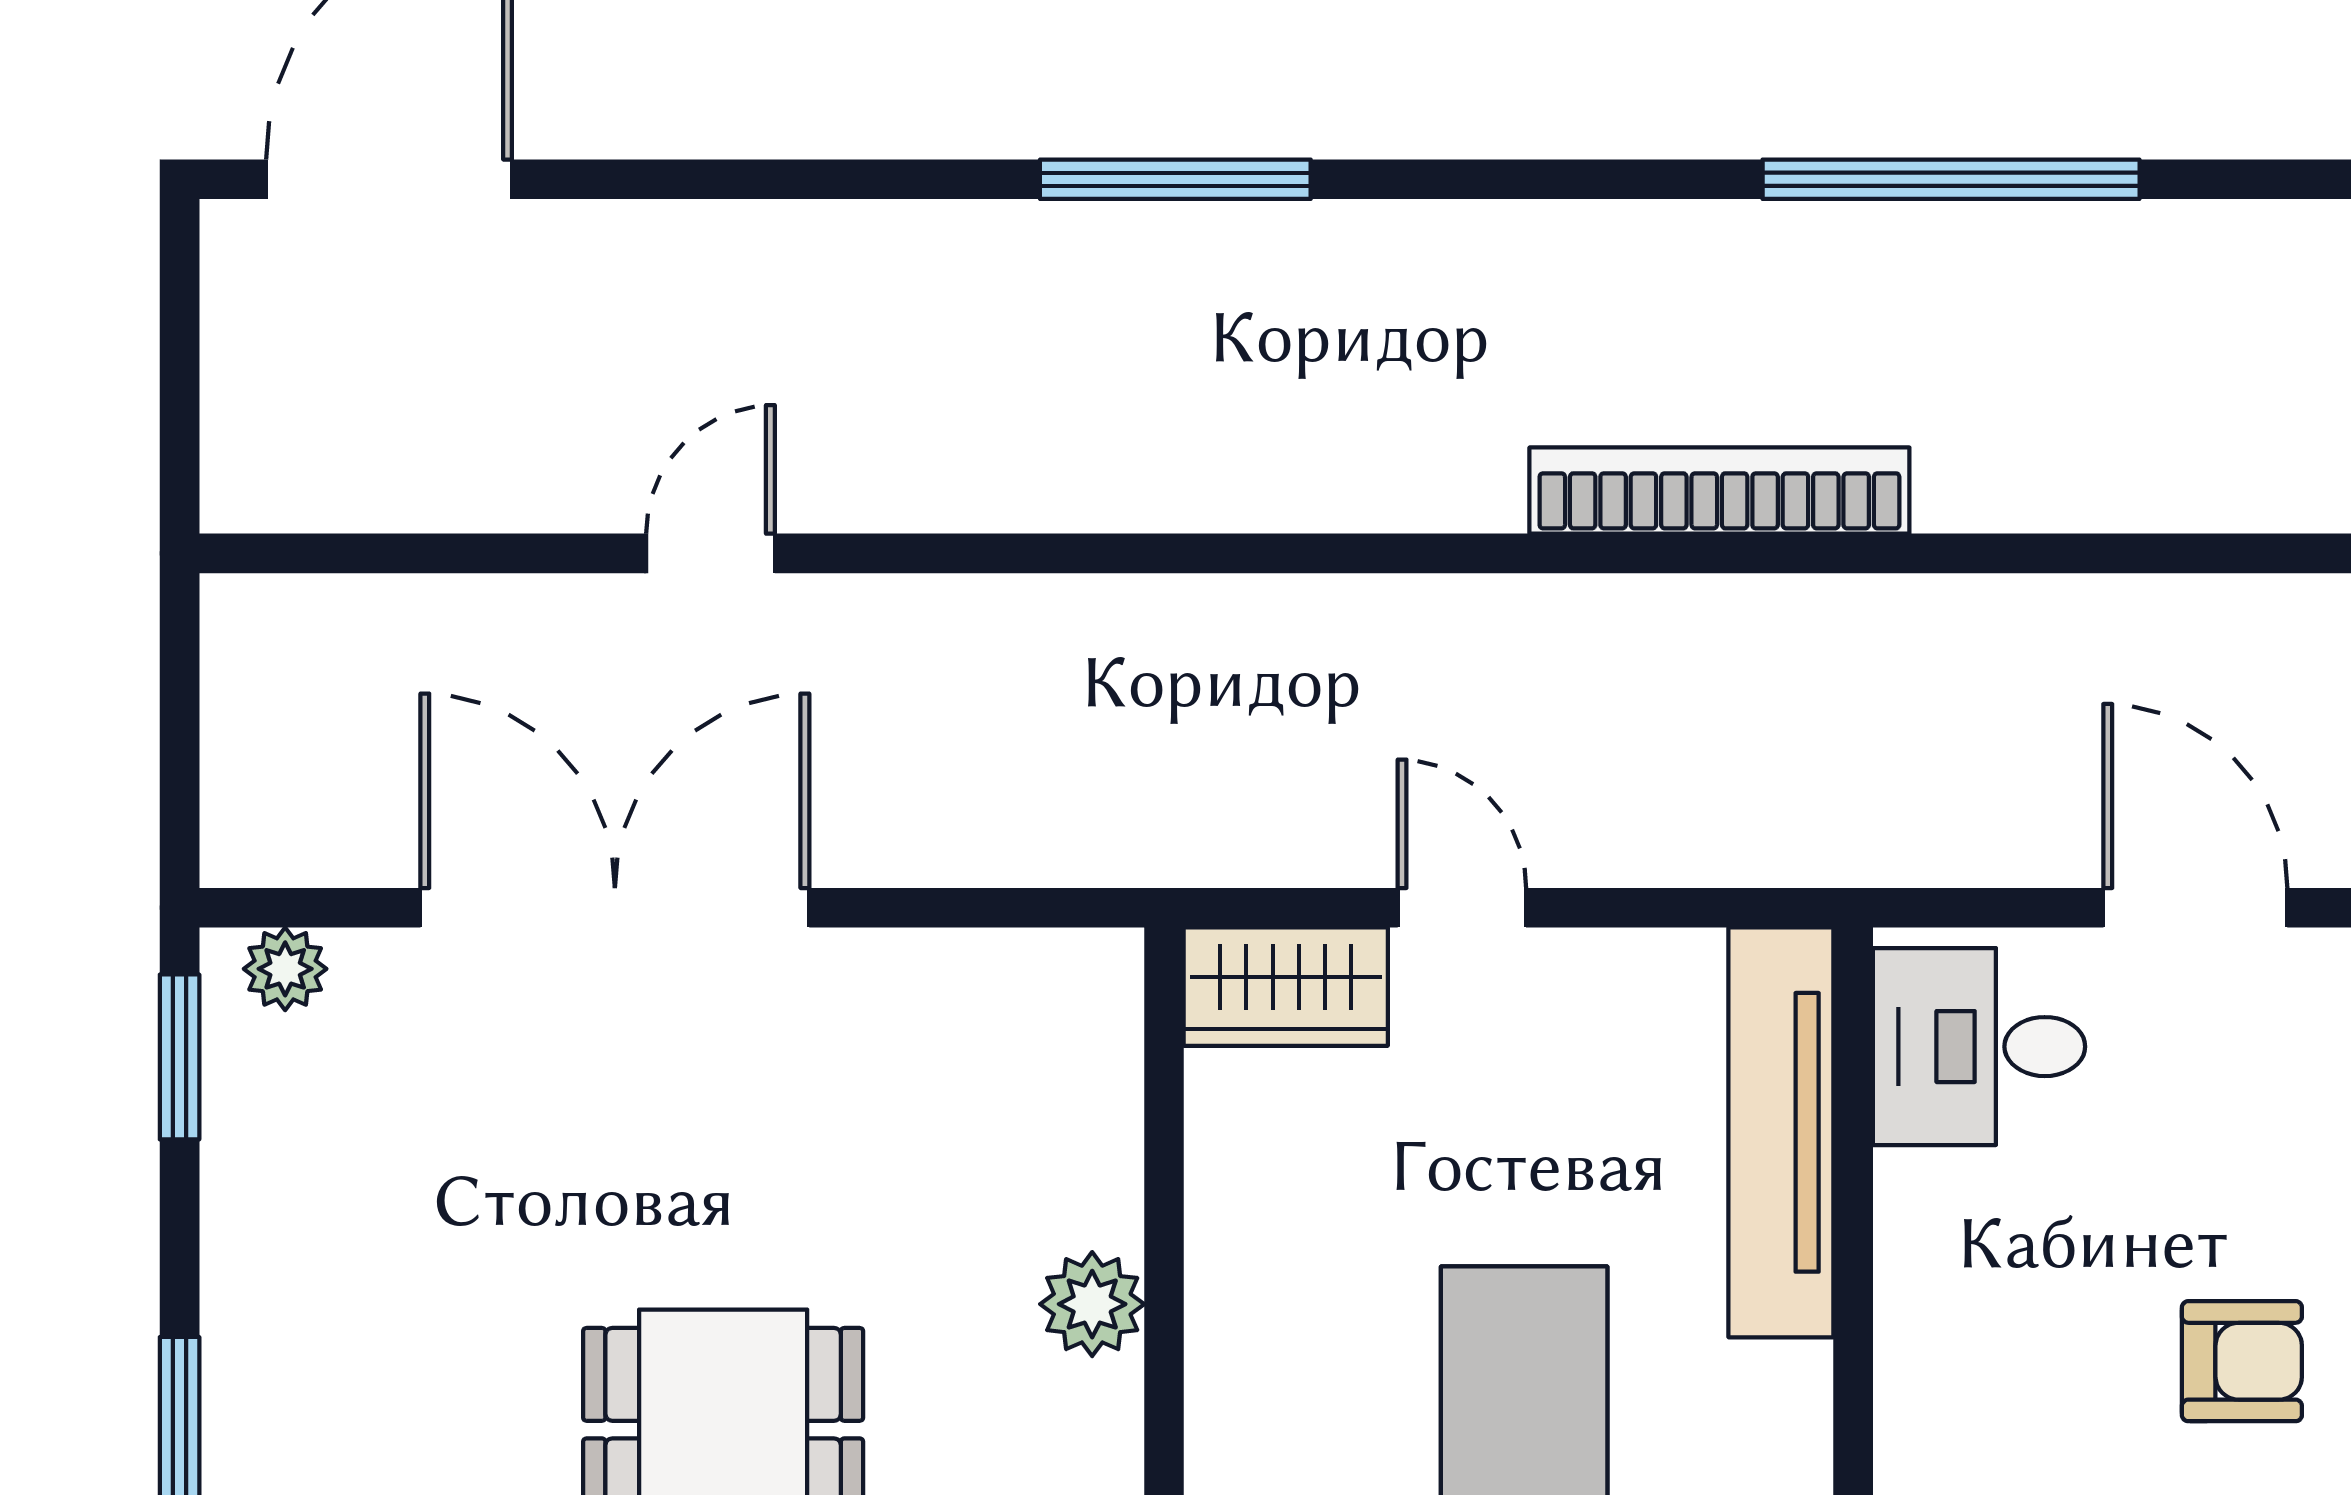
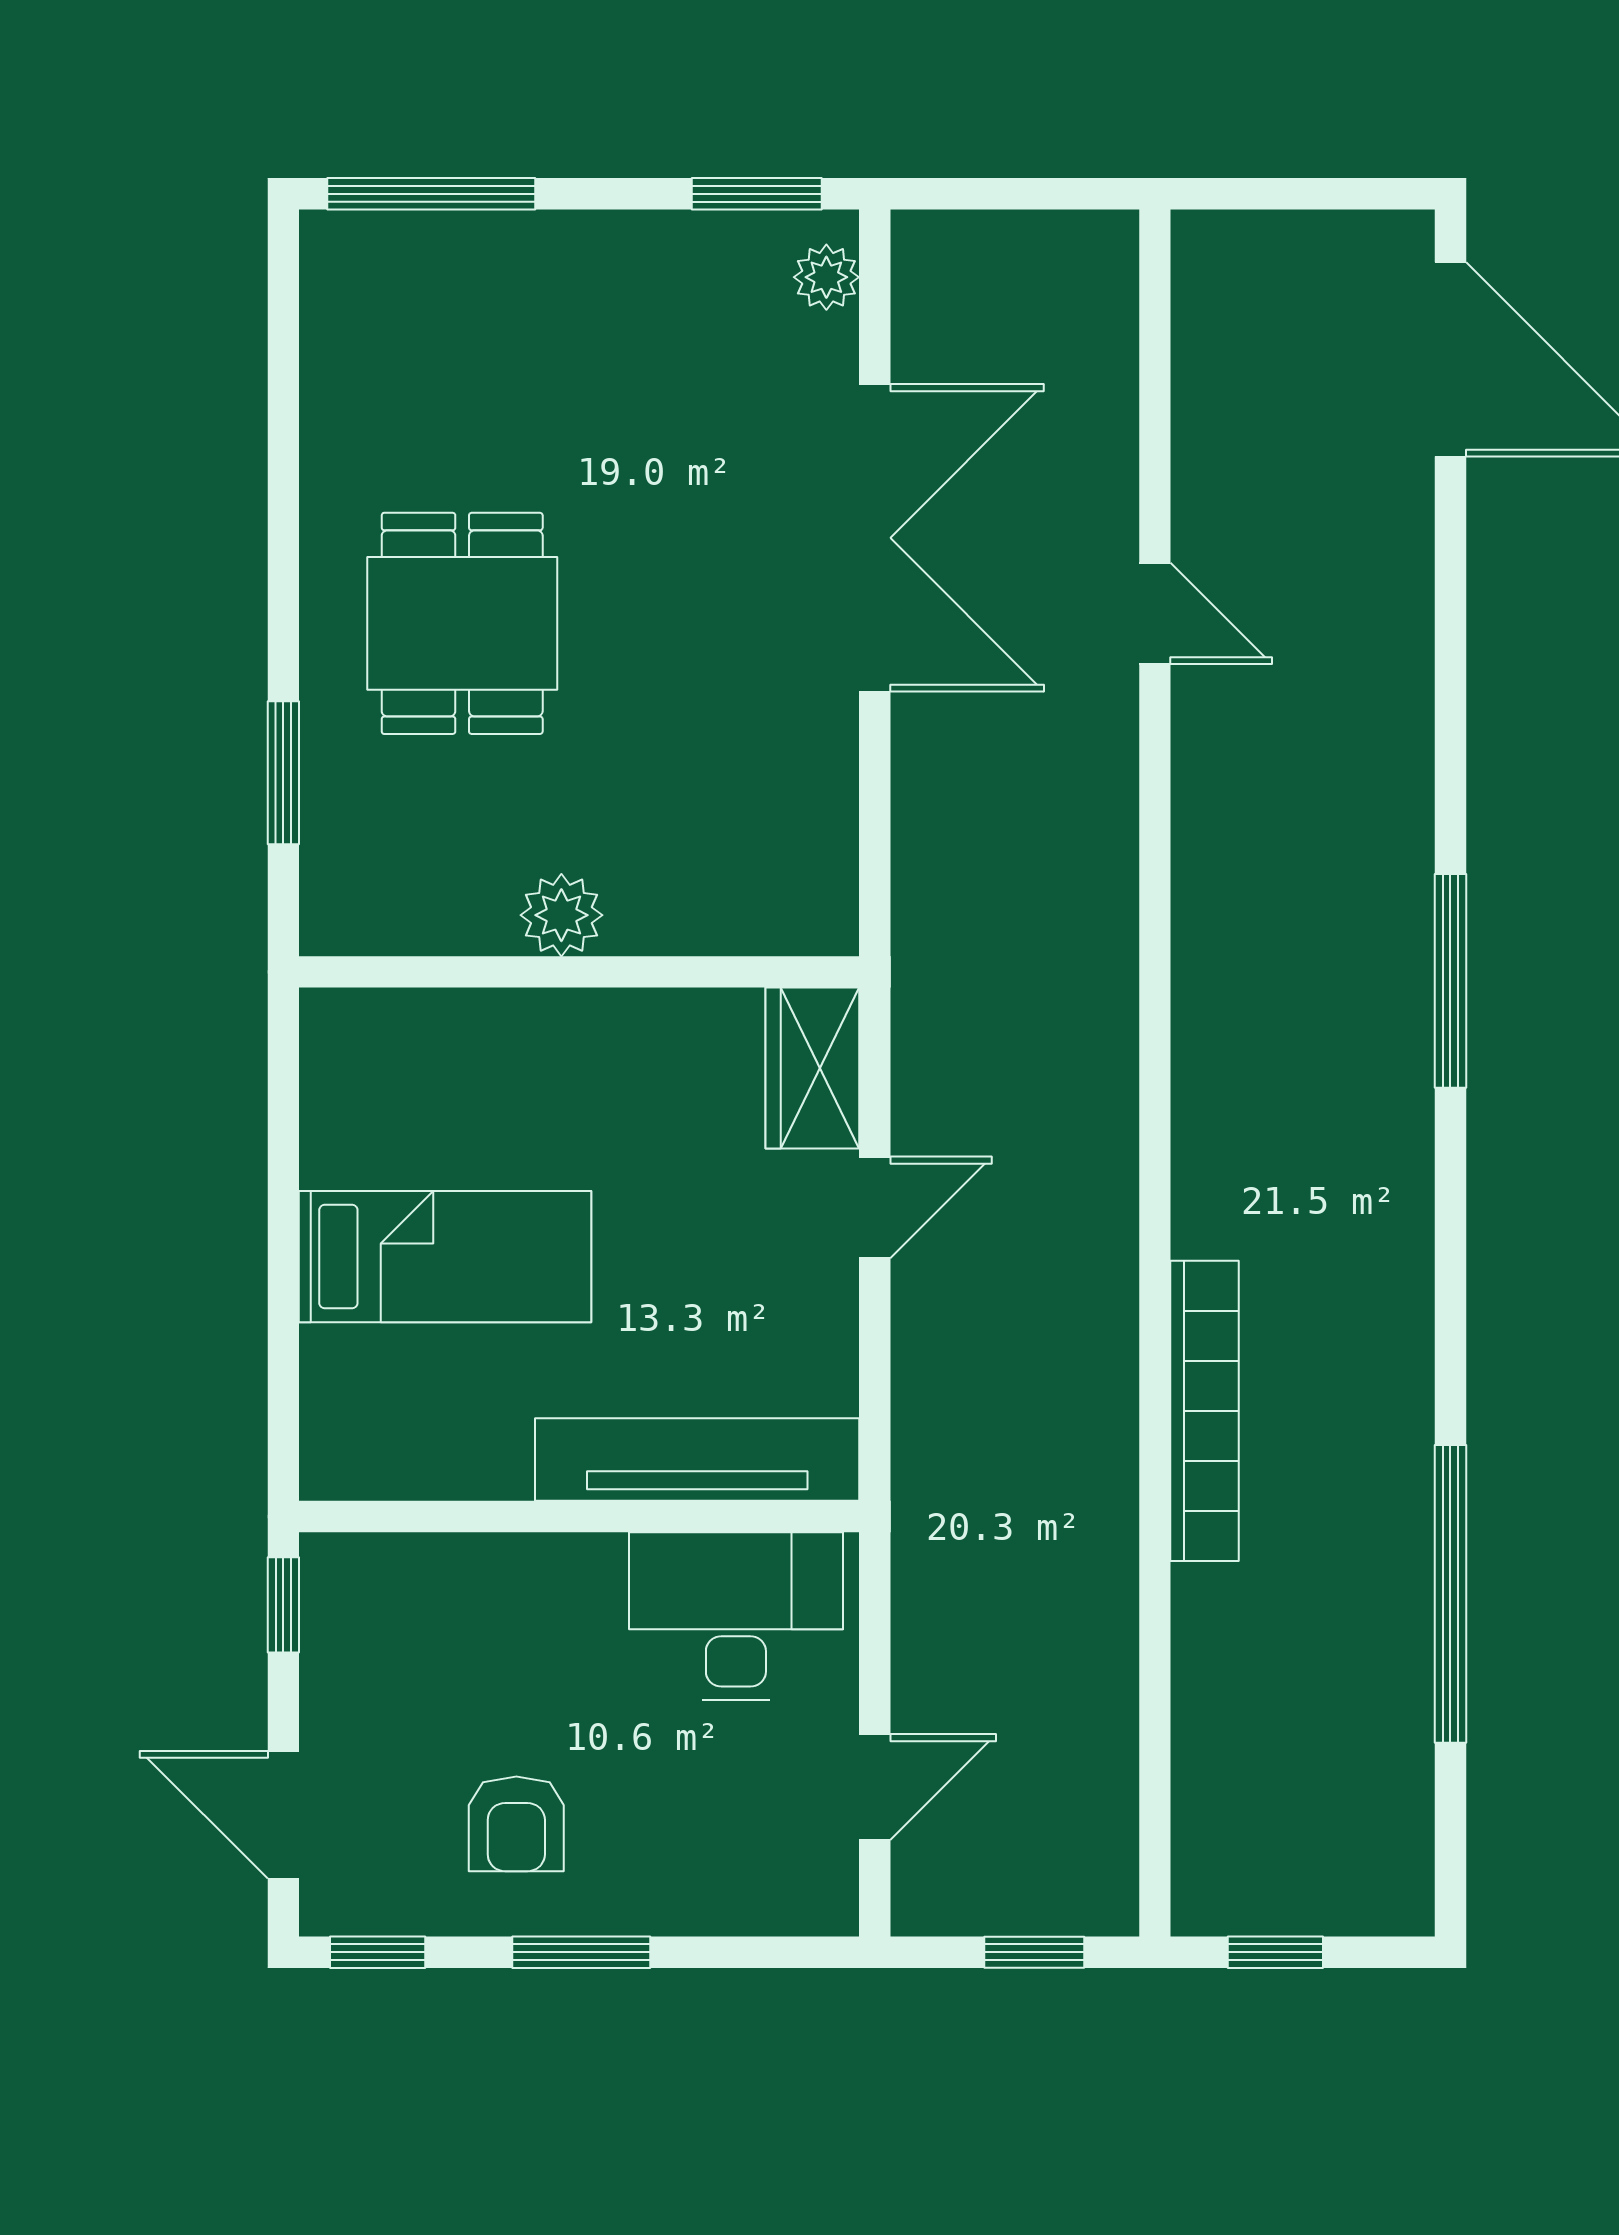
door: (2195, 908) -> (875, 1787), width x0.73
desk: (1979, 1047) -> (736, 1616), width x1.37

